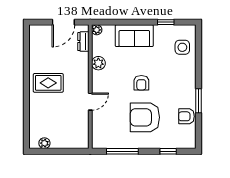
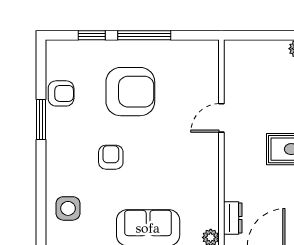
plant: (98, 63) -> (208, 182), removed
armchair: (141, 83) -> (111, 157), moved
window: (122, 151) -> (144, 35), moved

